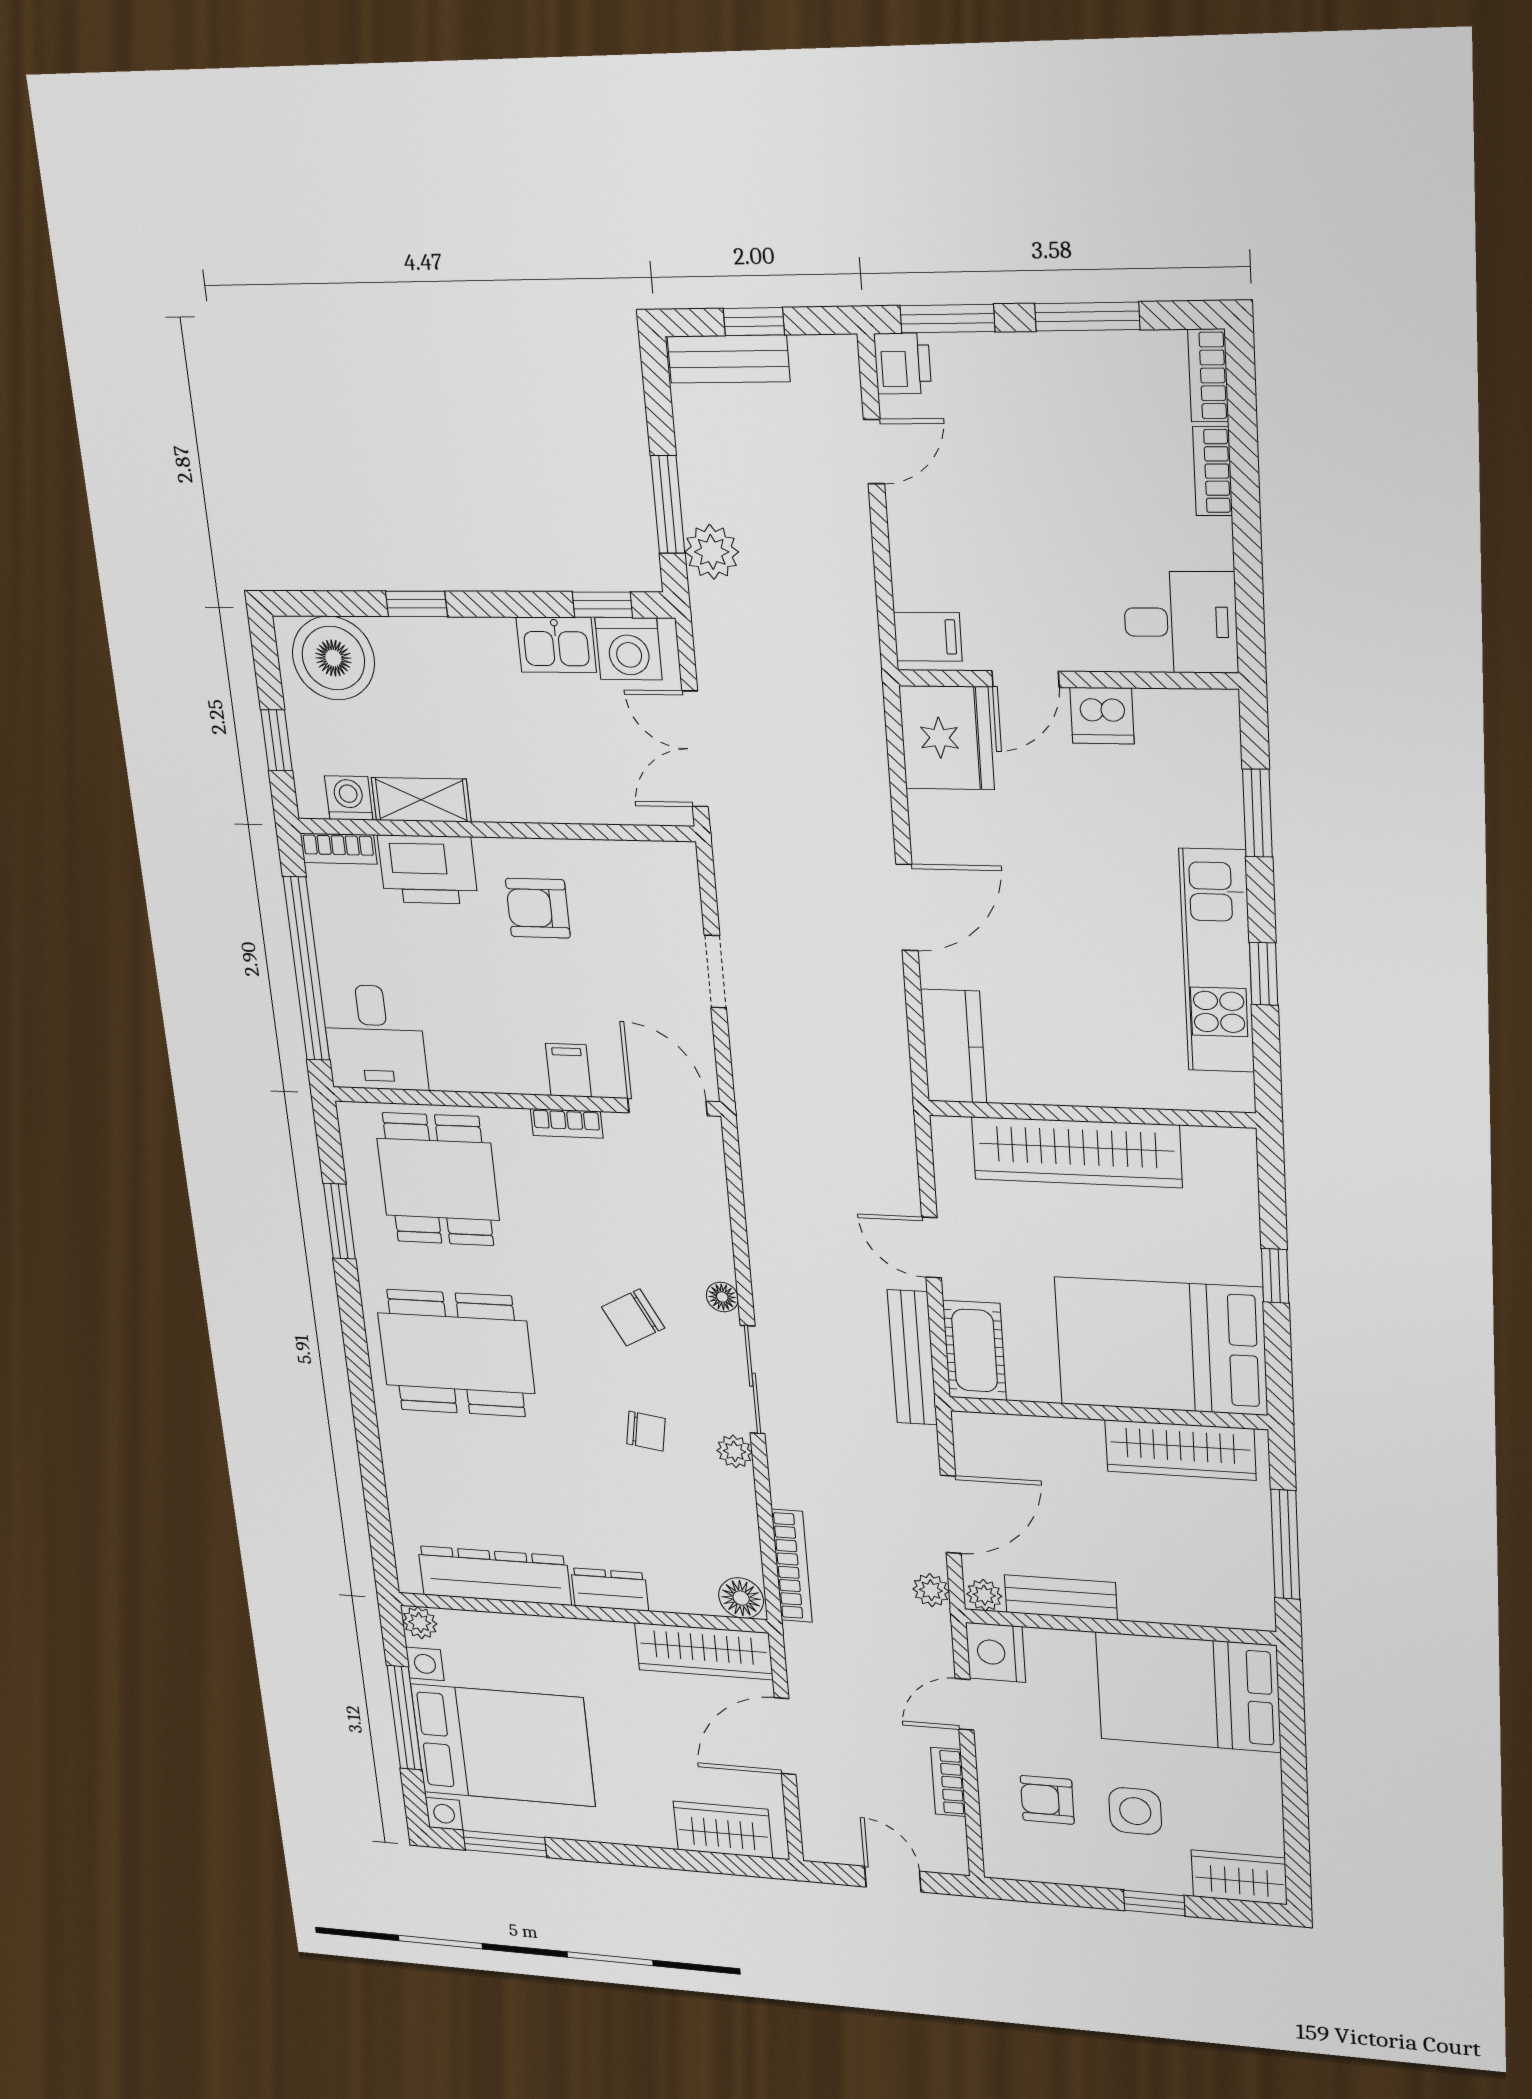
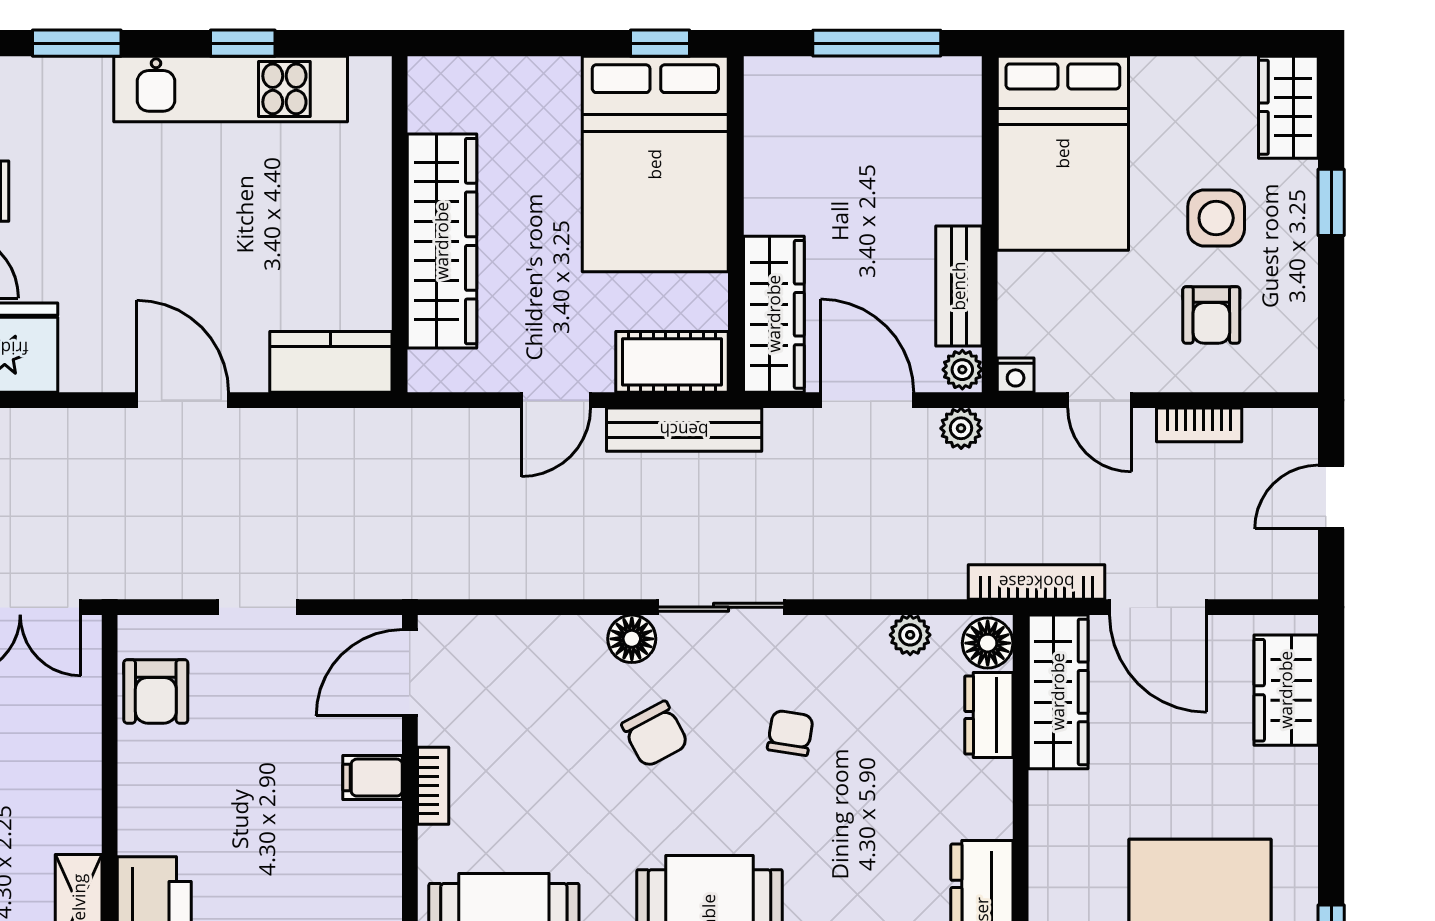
armchair: (538, 908) -> (156, 691), moved
window: (1275, 1276) -> (660, 43), moved
floor lamp: (722, 1297) -> (632, 639), width x1.37, depth x1.37
wardrobe: (1180, 1450) -> (774, 314), moved
plant: (734, 1451) -> (910, 635), moved
bookcase: (792, 1566) -> (1037, 582), moved
dresser: (610, 1589) -> (989, 715), moved
nightstand: (996, 1652) -> (1016, 375), width x0.53, depth x0.56

